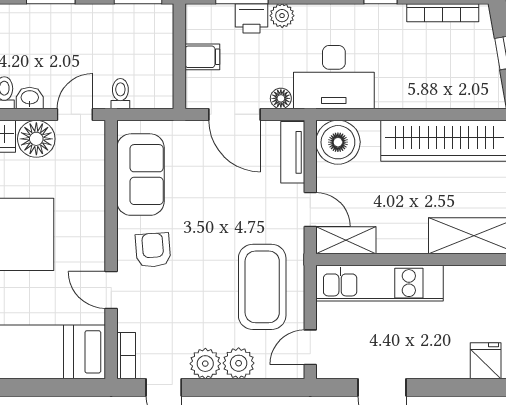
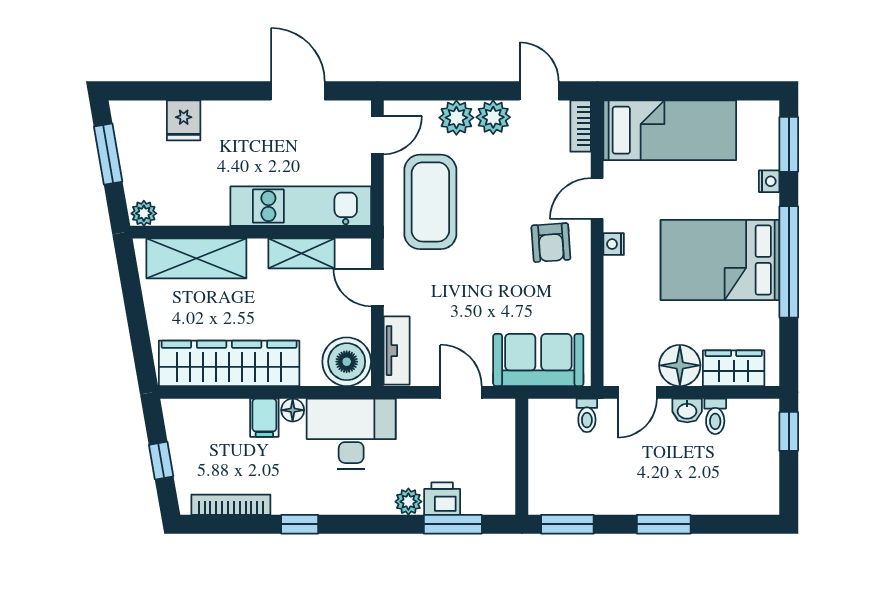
filing cabinet: (202, 57) -> (264, 418), moved, turned -90
floor lamp: (281, 98) -> (293, 410), moved
door: (234, 114) -> (461, 392), width x0.73
sofa: (140, 175) -> (538, 360), moved, turned 90
shelving: (346, 240) -> (301, 253), moved
nightstand: (96, 249) -> (614, 244), added
door: (111, 290) -> (597, 198), swing flipped

